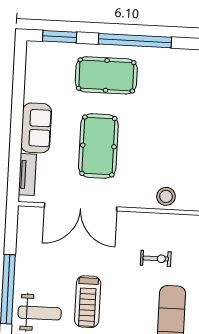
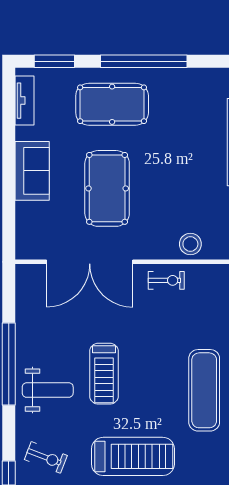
tv unit: (27, 175) -> (25, 101), moved
exercise bike: (156, 258) -> (166, 280), moved

